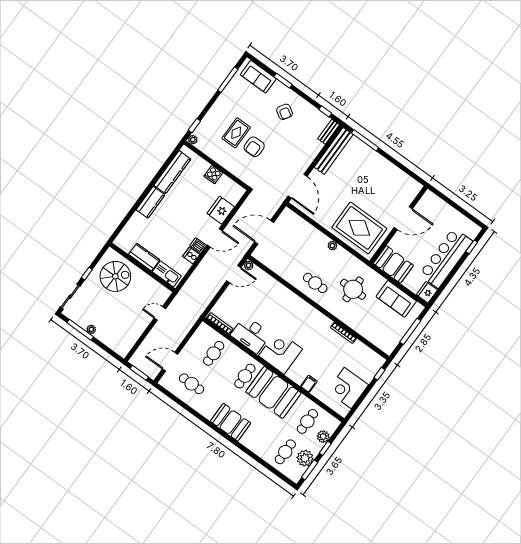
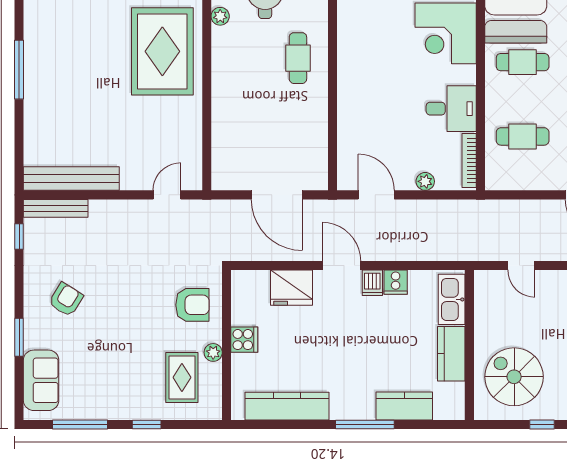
window: (194, 126) -> (147, 424), moved
bench: (329, 132) -> (56, 208), width x1.36
rug: (236, 133) -> (182, 377), moved, turned 90
plant: (193, 140) -> (213, 352), moved
window: (365, 140) -> (19, 70), moved
armchair: (254, 147) -> (192, 305), moved
door: (298, 186) -> (167, 195), width x0.53
window: (141, 199) -> (365, 424), added
kitchen counter: (150, 202) -> (404, 406), moved
plant: (332, 246) -> (220, 16), moved
plant: (249, 265) -> (425, 181), moved
desk: (251, 334) -> (451, 109), width x0.73

